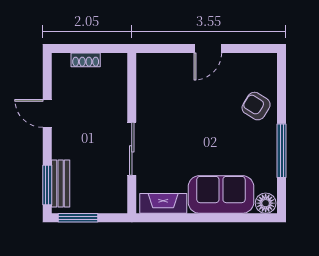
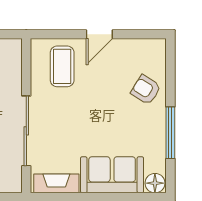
coffee table: (169, 82) -> (62, 66), added
sliding door: (132, 149) -> (26, 131), width x1.37

